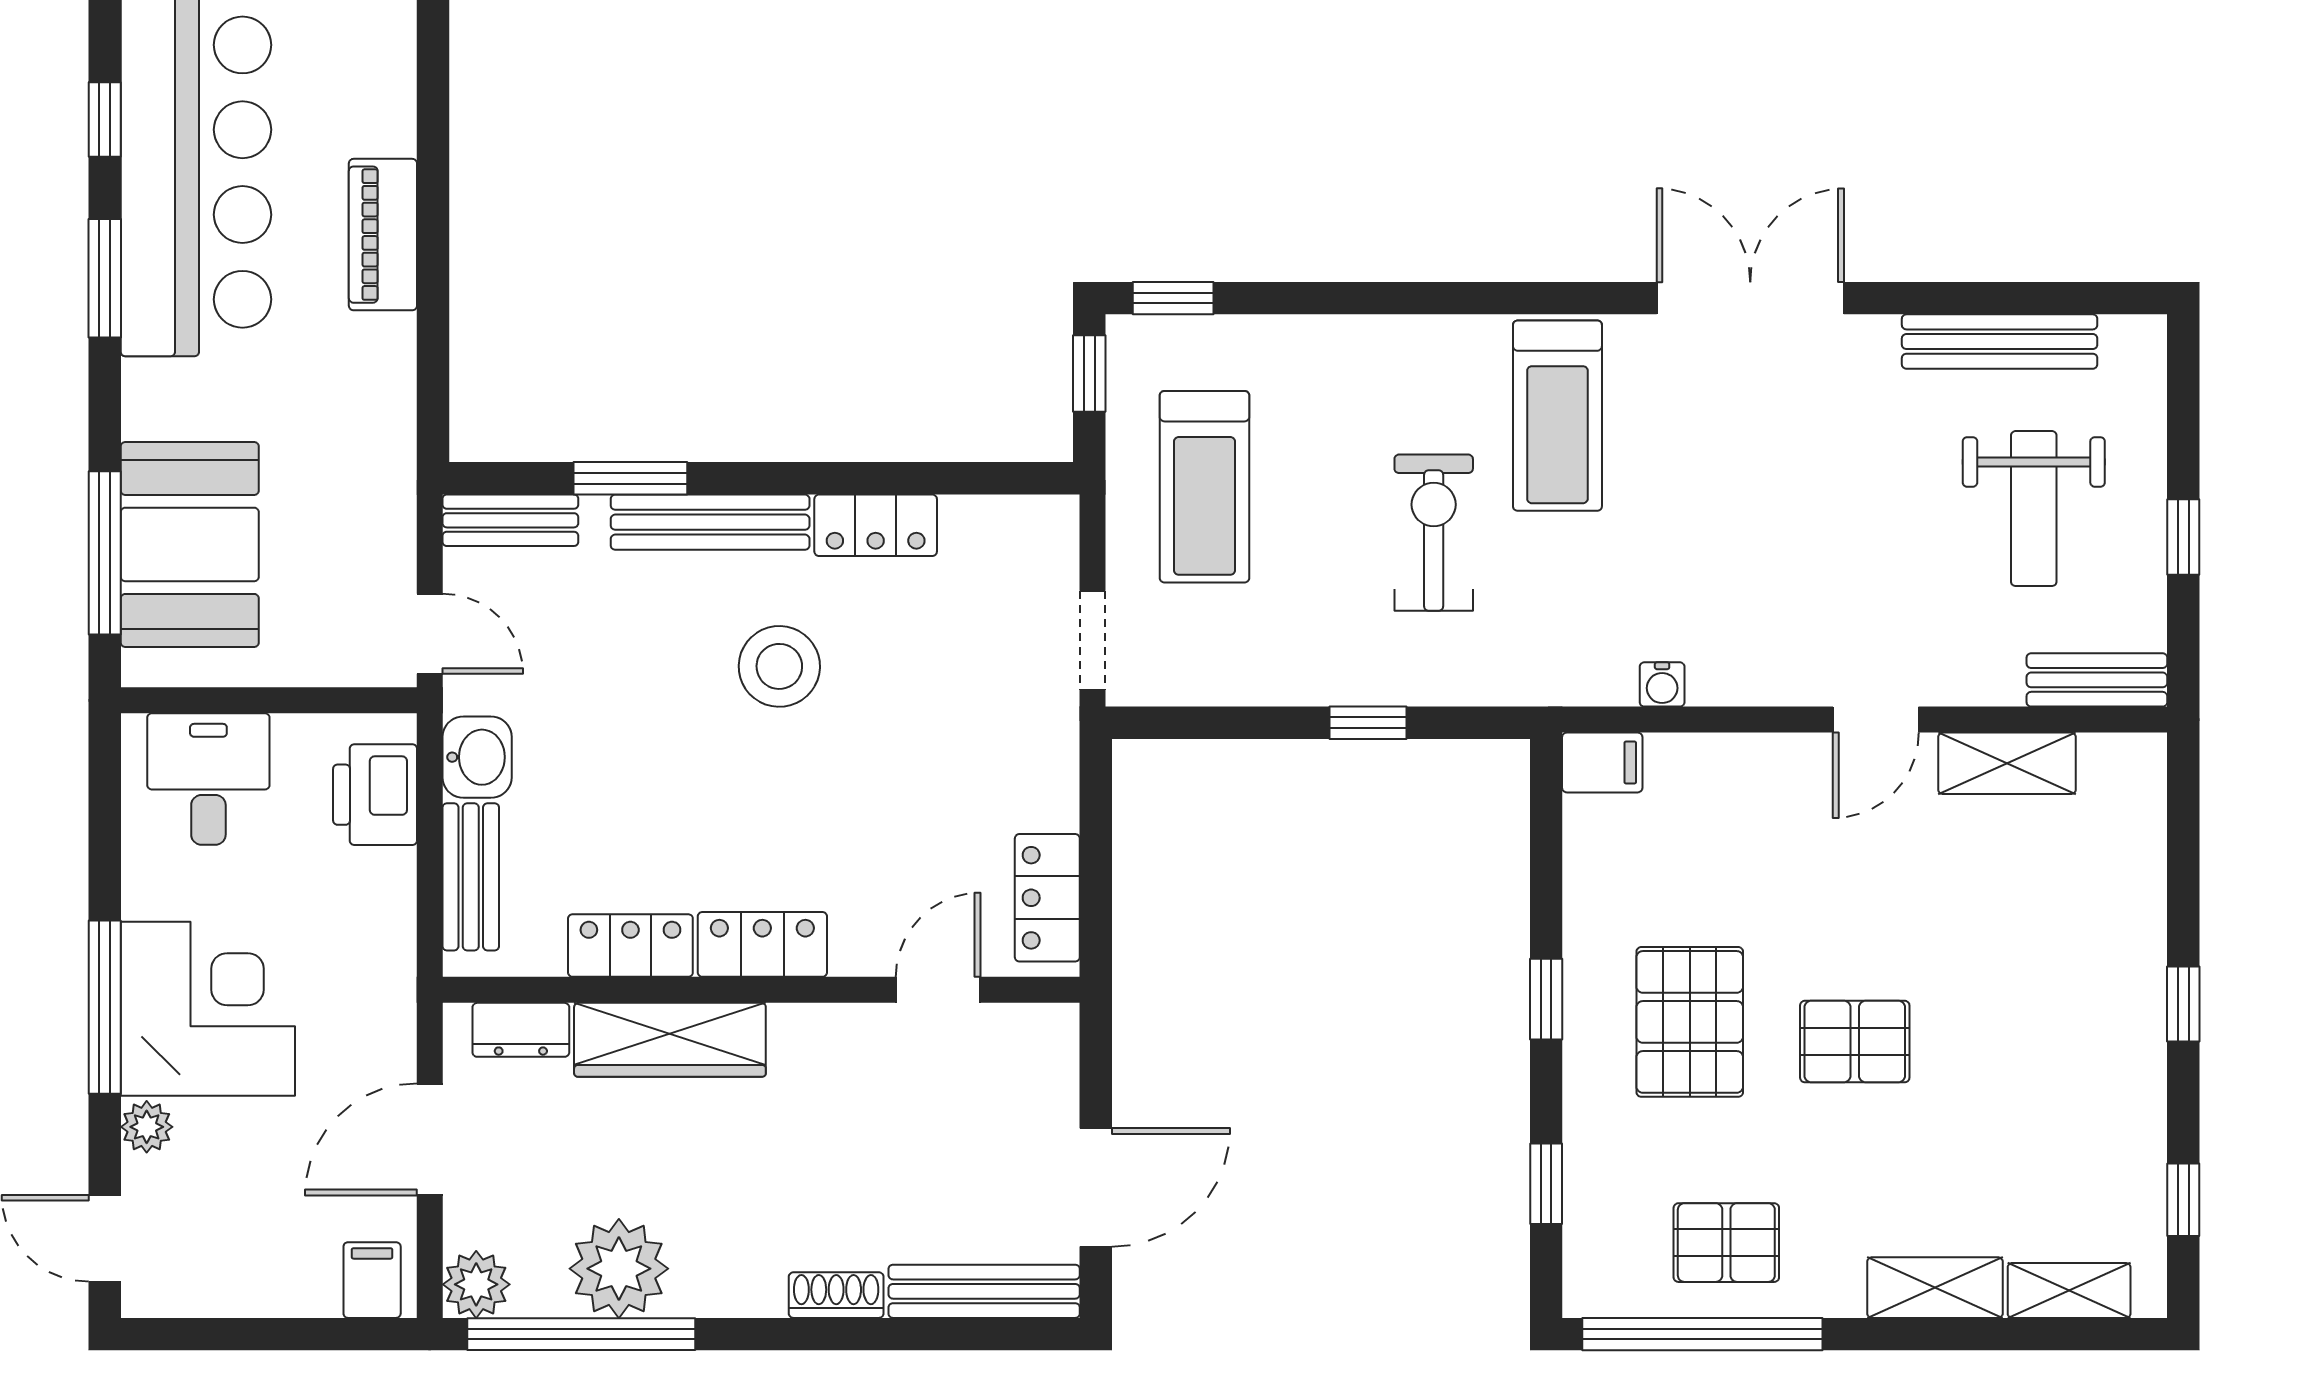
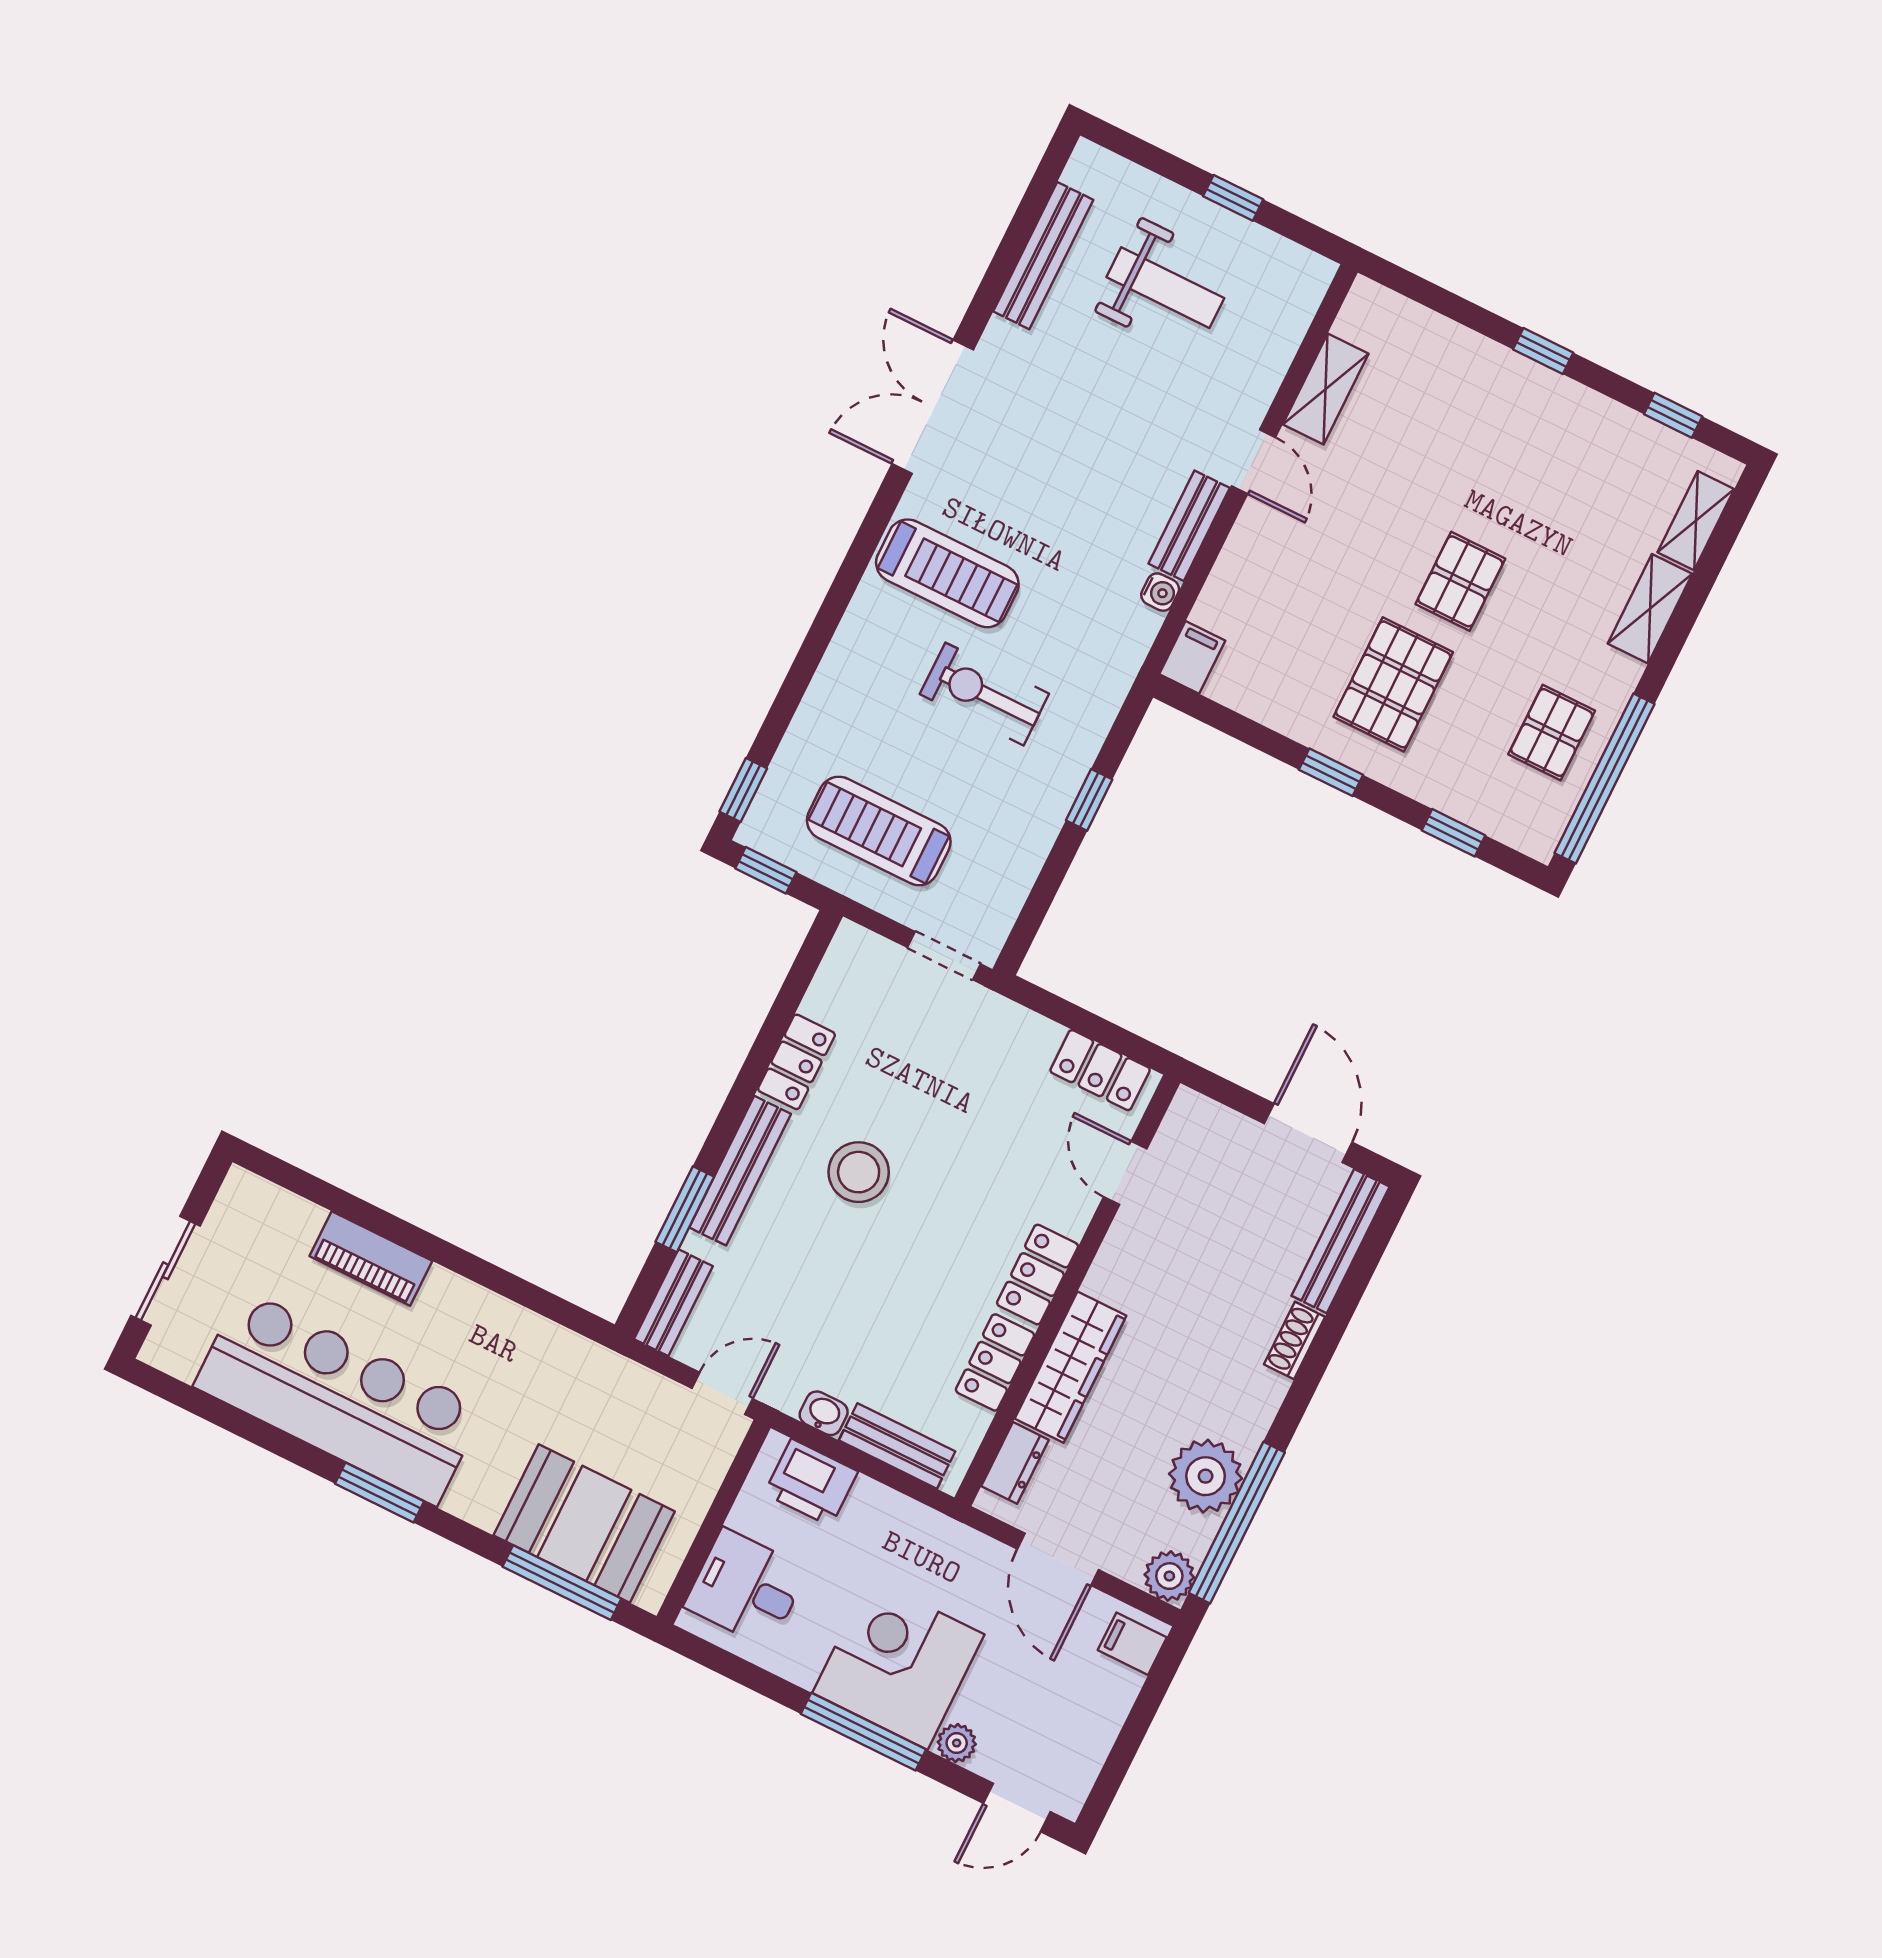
window: (105, 119) -> (274, 1440), removed
piano: (383, 235) -> (371, 1258), moved
treadmill: (1204, 487) -> (879, 831), turned 180
bench: (2097, 680) -> (1189, 526), moved
washbasin: (477, 757) -> (824, 1413), width x0.72, depth x0.69
pallet: (1690, 1022) -> (1393, 684), turned 90

